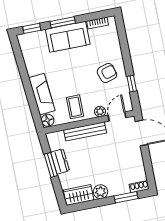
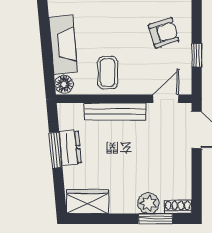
plant: (100, 112) -> (142, 87), removed
plant: (100, 192) -> (148, 203), moved

